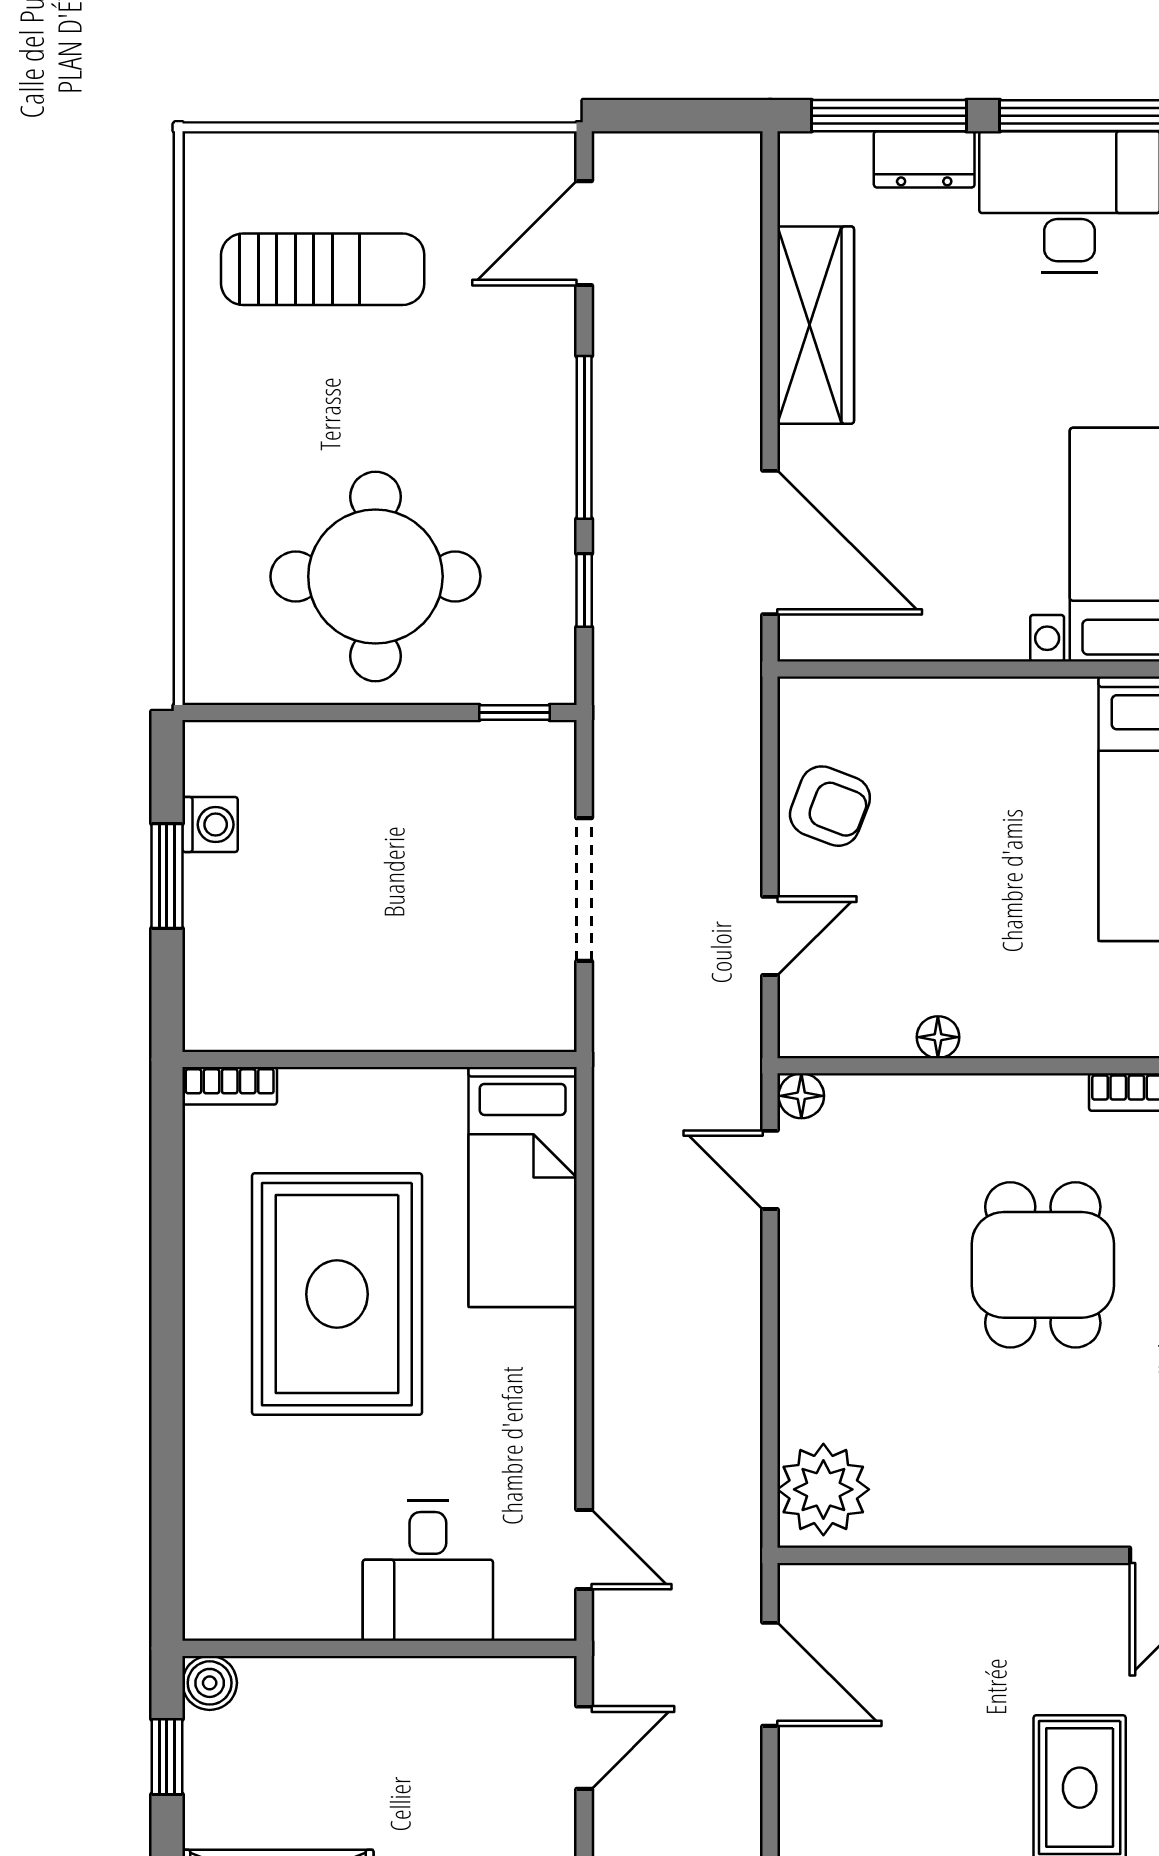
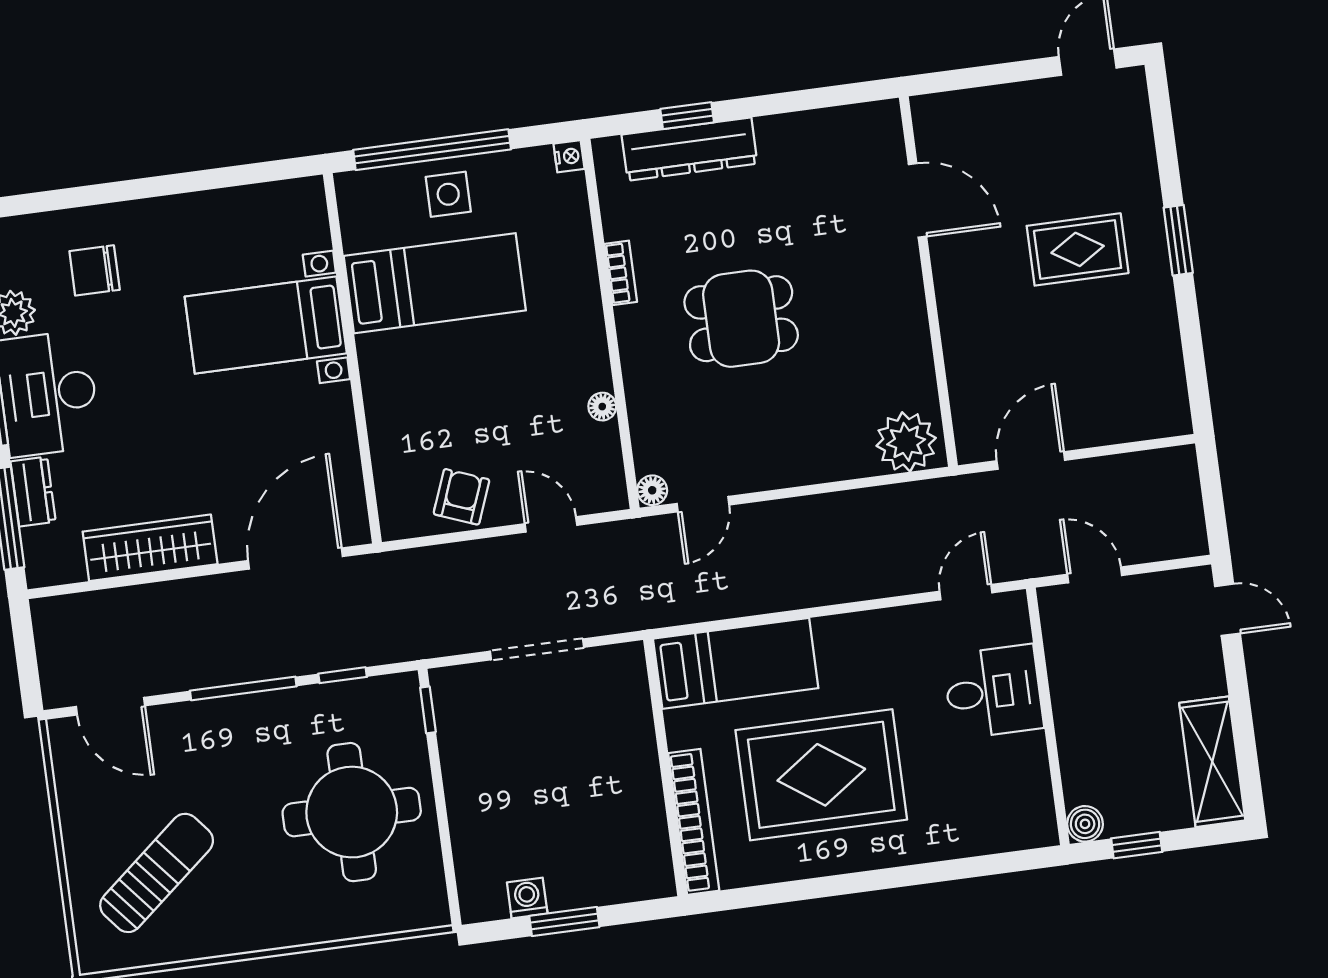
sun lounger: (323, 269) -> (157, 873), turned 50
bookcase: (230, 1086) -> (694, 822), width x2.31, depth x1.31

